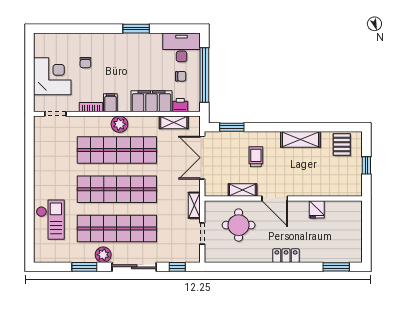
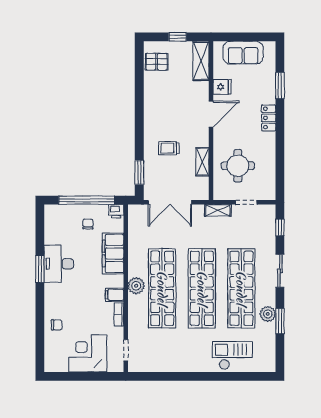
desk: (182, 47) -> (59, 264), moved
chair: (85, 63) -> (57, 325), moved
printer: (180, 105) -> (116, 211), moved, turned -90
shelving: (174, 122) -> (134, 231), removed
shelving: (300, 139) -> (201, 61), moved
door: (275, 198) -> (211, 114), moved
sofa: (351, 230) -> (243, 53), added
plant: (103, 255) -> (268, 314), moved
sliding door: (134, 267) -> (280, 271), width x0.73
window: (336, 267) -> (280, 86), moved

